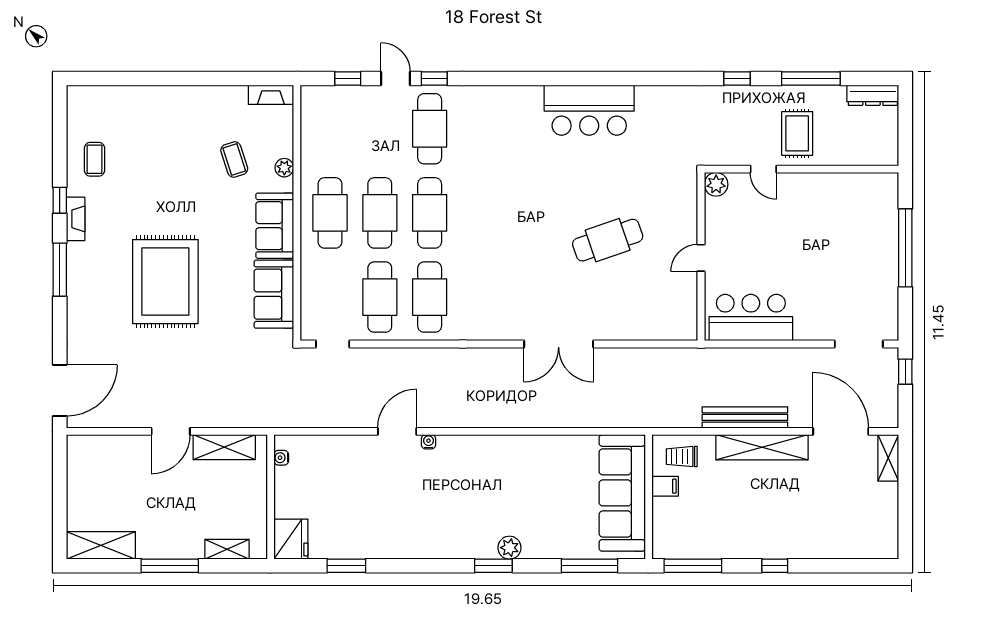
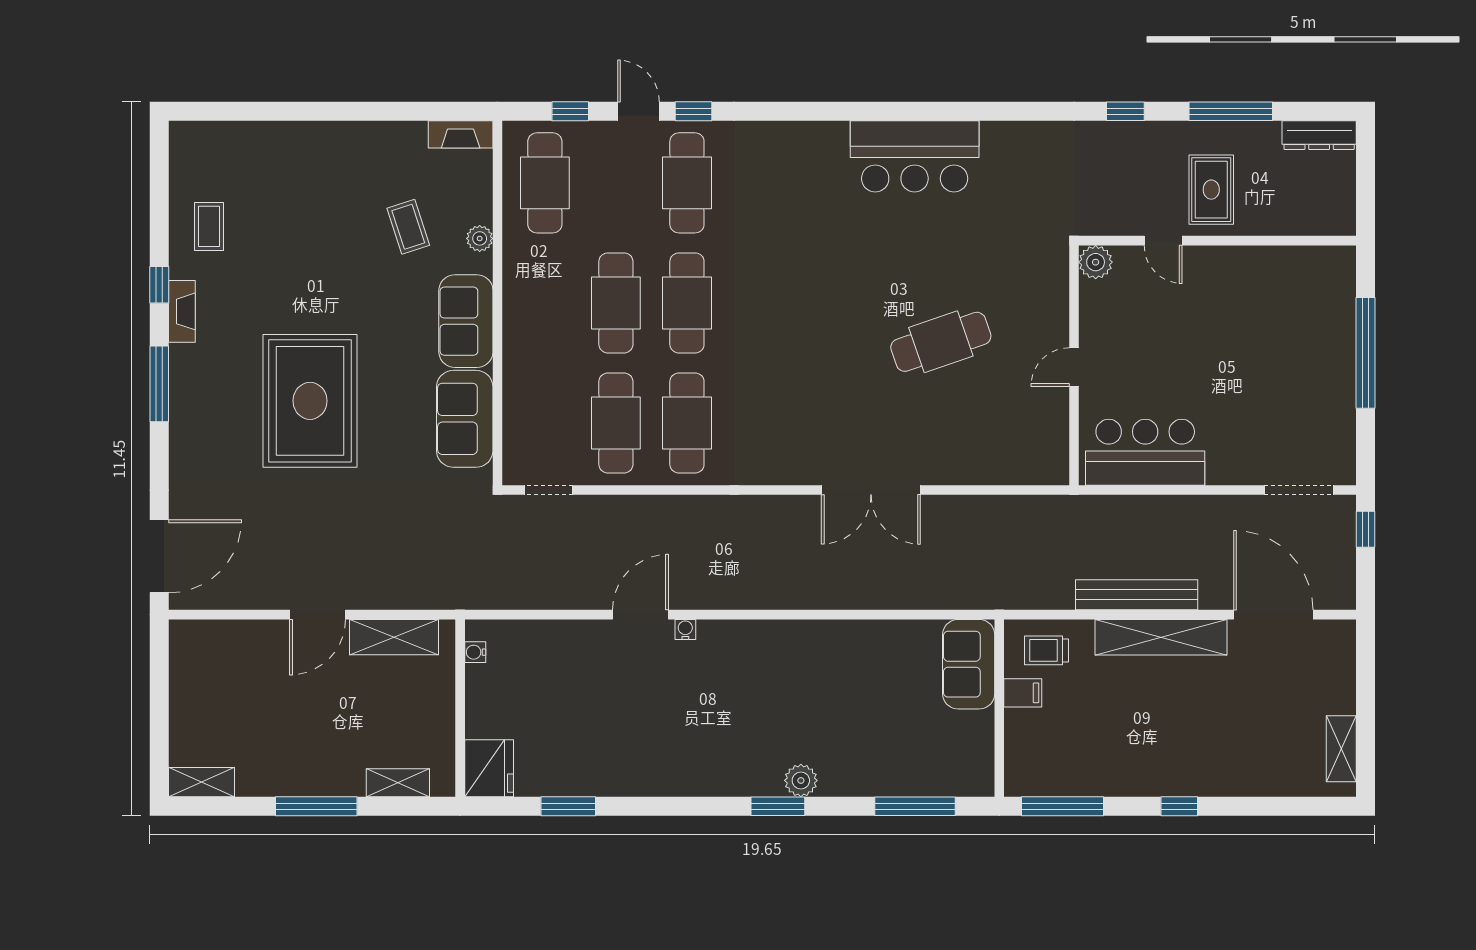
cafe table: (330, 213) -> (545, 183), moved
shelving: (888, 458) -> (1341, 749), moved
sofa: (622, 493) -> (969, 664), width x0.54, depth x0.79
shelving: (101, 545) -> (202, 782), width x0.67, depth x0.75

